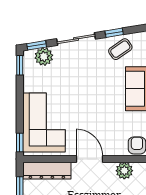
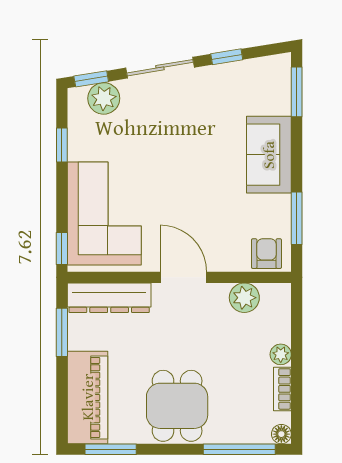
coffee table: (120, 49) -> (237, 85), removed
window: (20, 65) -> (62, 145), moved

